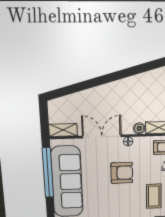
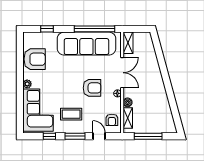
armchair: (122, 173) -> (92, 88), turned -90

